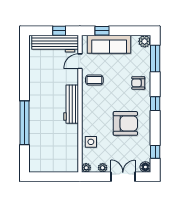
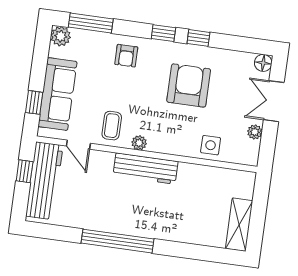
window: (25, 123) -> (118, 241), moved
window: (155, 152) -> (198, 38), moved
shelving: (45, 166) -> (239, 225), added
plant: (86, 168) -> (139, 143), moved

